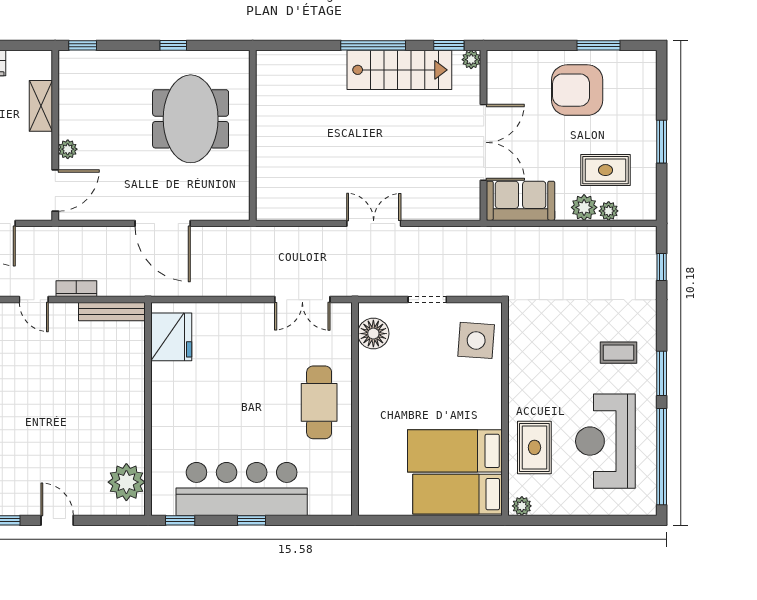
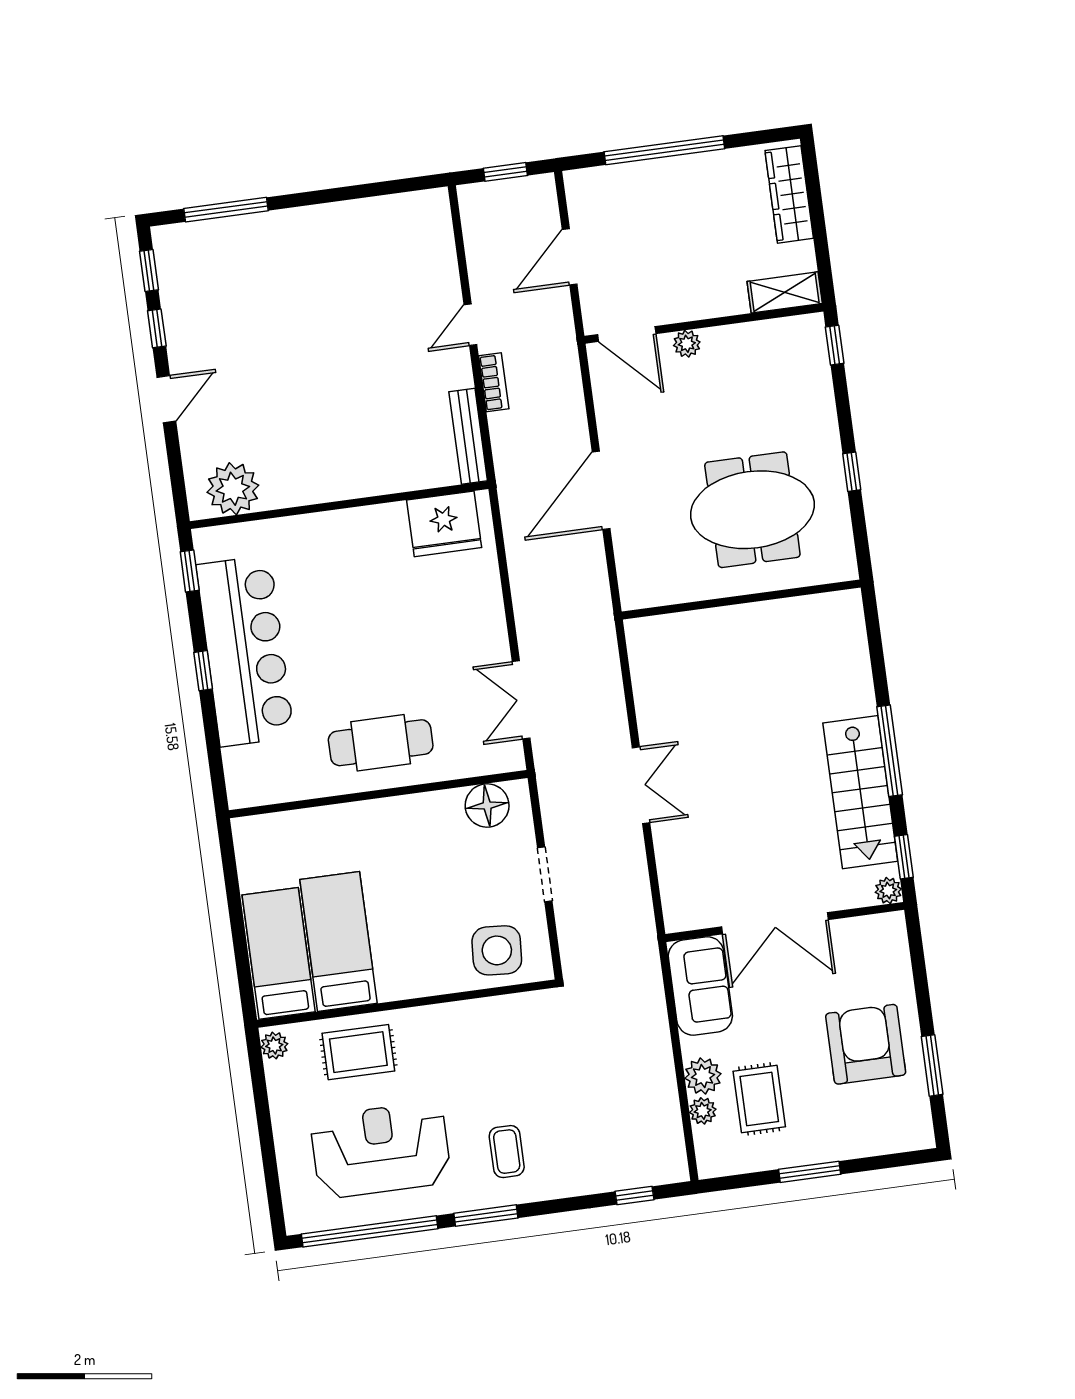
shelving: (41, 106) -> (785, 292), moved

